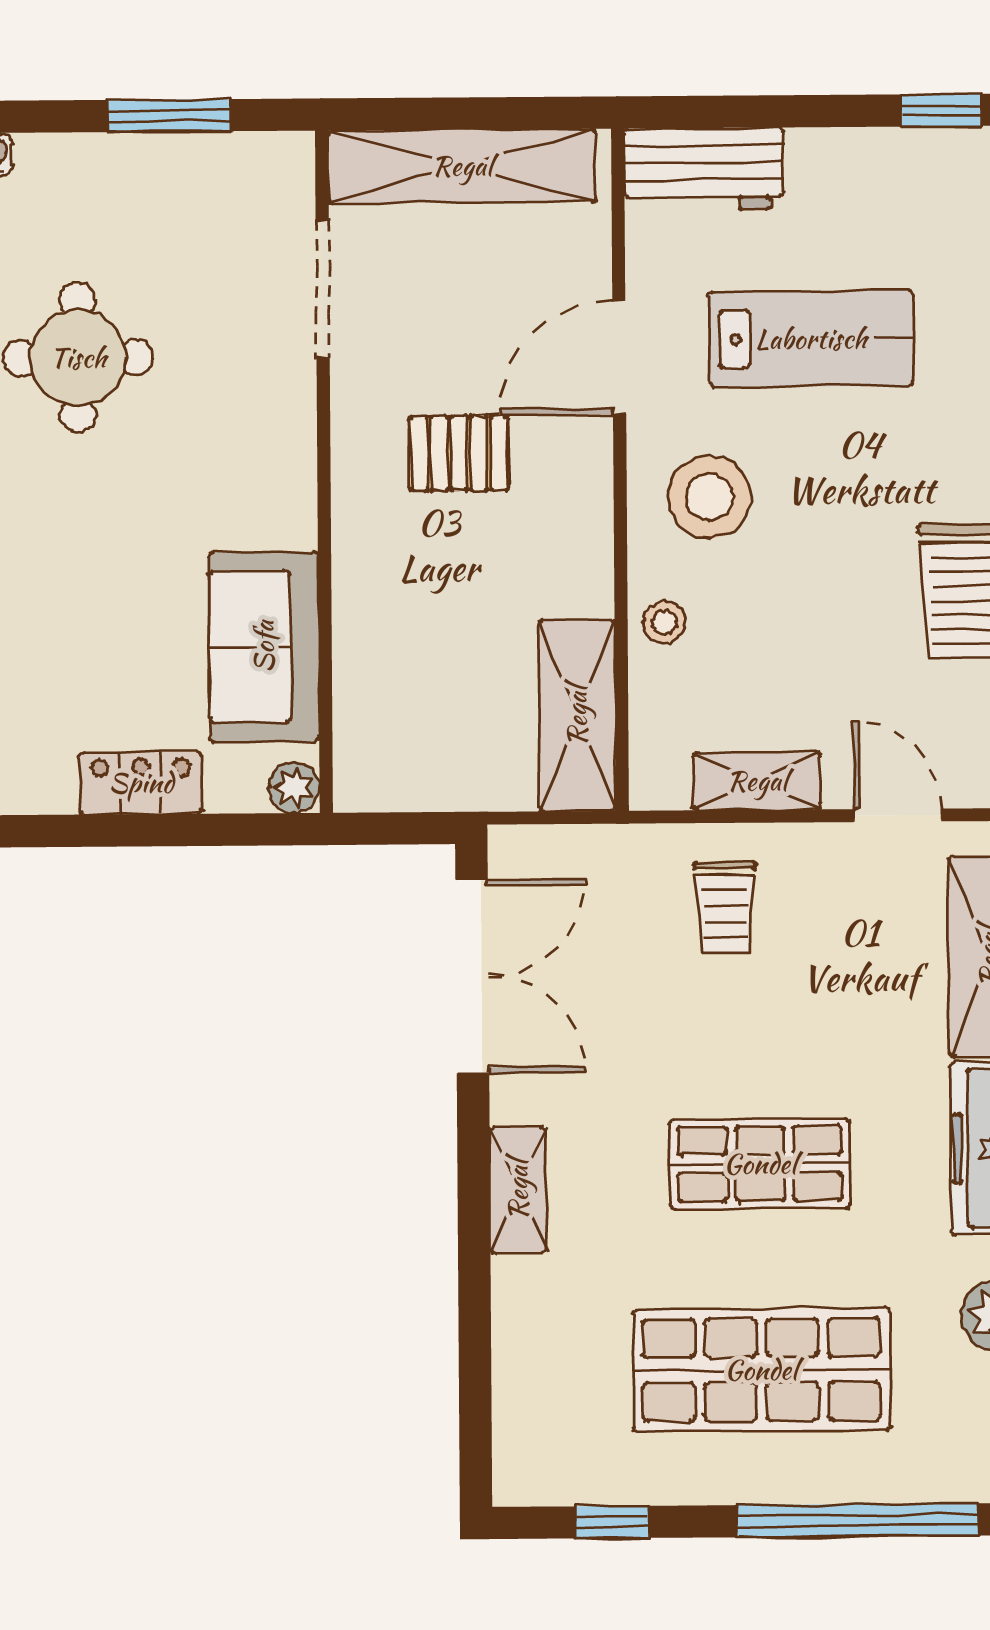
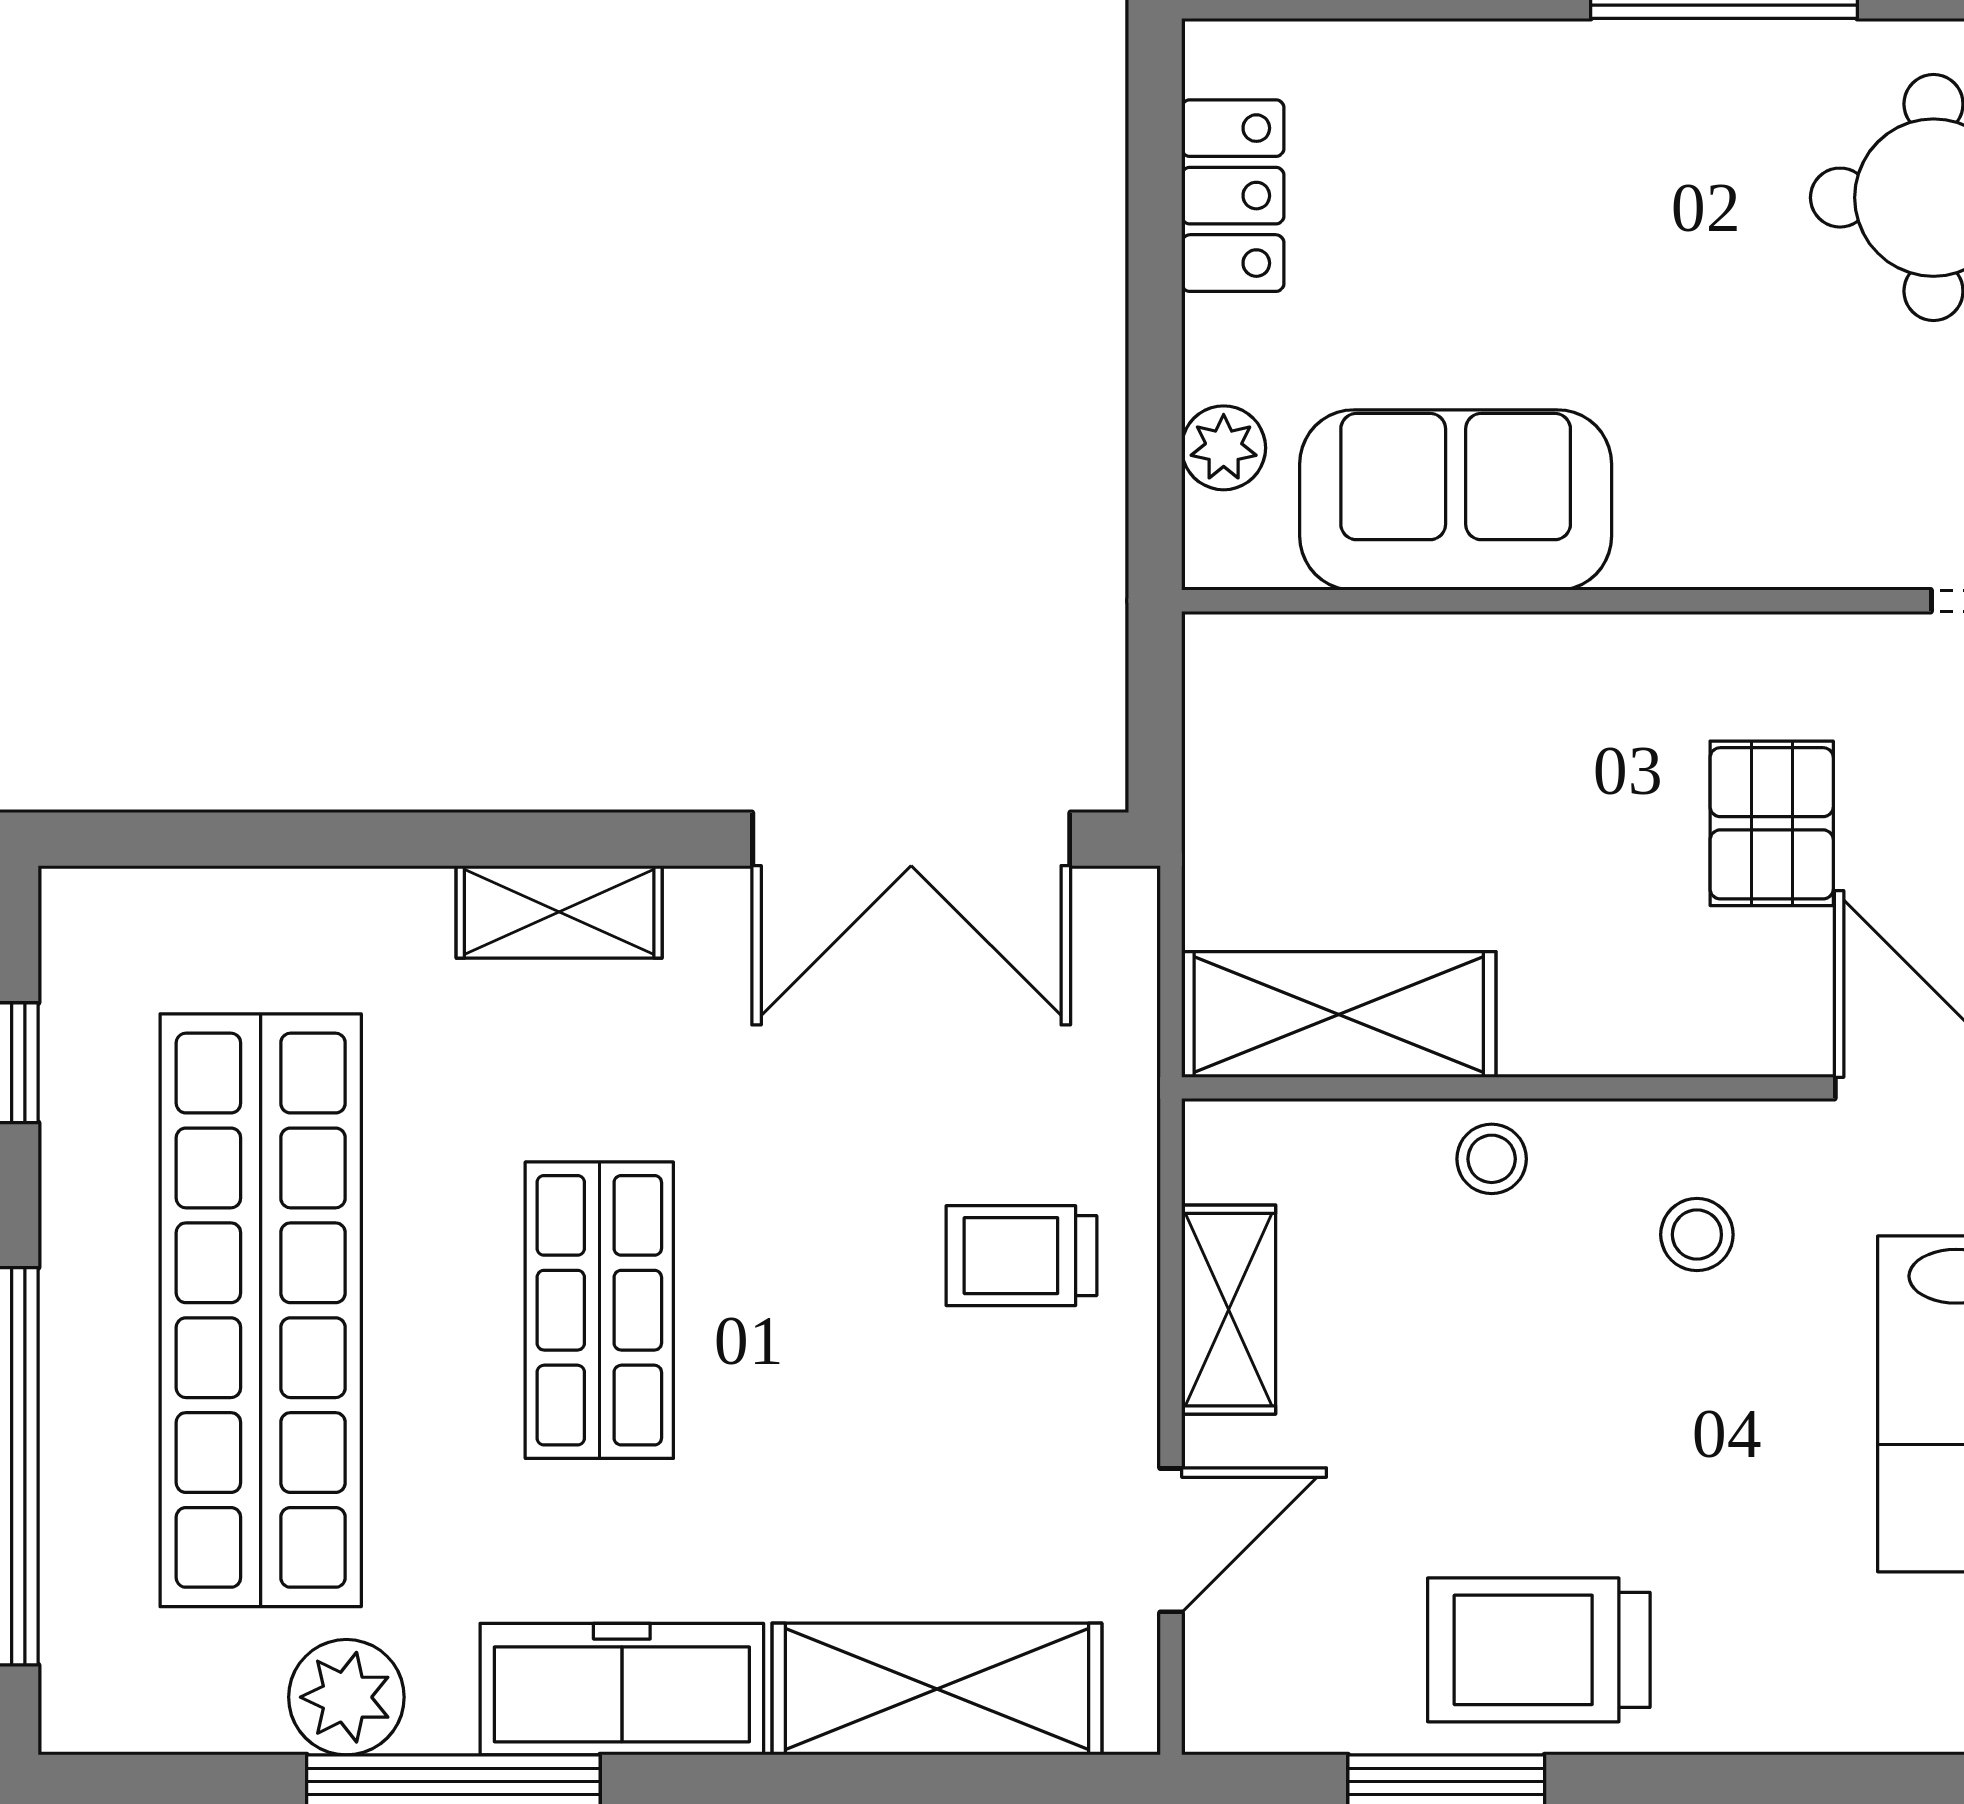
stool: (709, 497) -> (1697, 1235), width x0.53, depth x0.53
locker: (141, 783) -> (1233, 196), moved
plant: (294, 788) -> (1224, 448), moved
shop shelf: (761, 1370) -> (261, 1310), width x1.40

